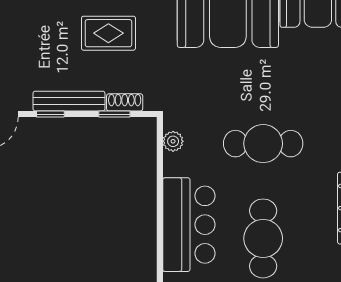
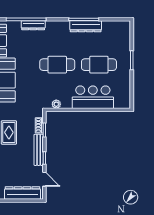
cafe table: (263, 144) -> (57, 65), turned 90

